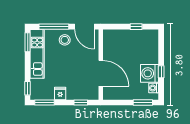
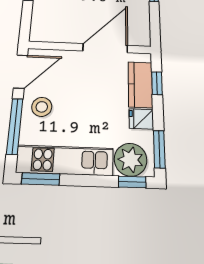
plant: (39, 88) -> (131, 160), added
kitchen counter: (80, 93) -> (140, 84), added

